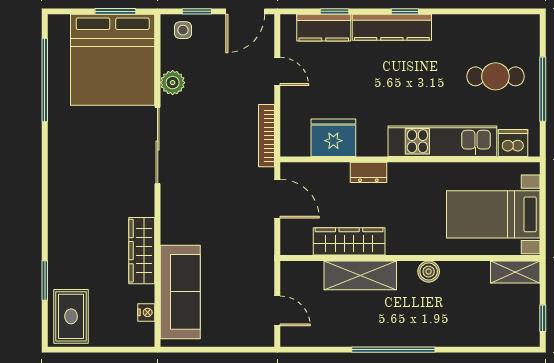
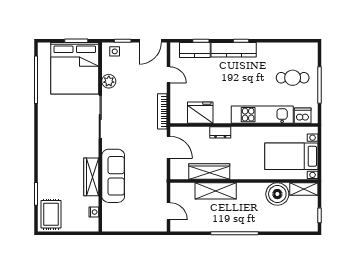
boiler: (429, 272) -> (277, 194), moved, width x1.86, depth x1.86
sofa: (180, 292) -> (113, 176), moved

